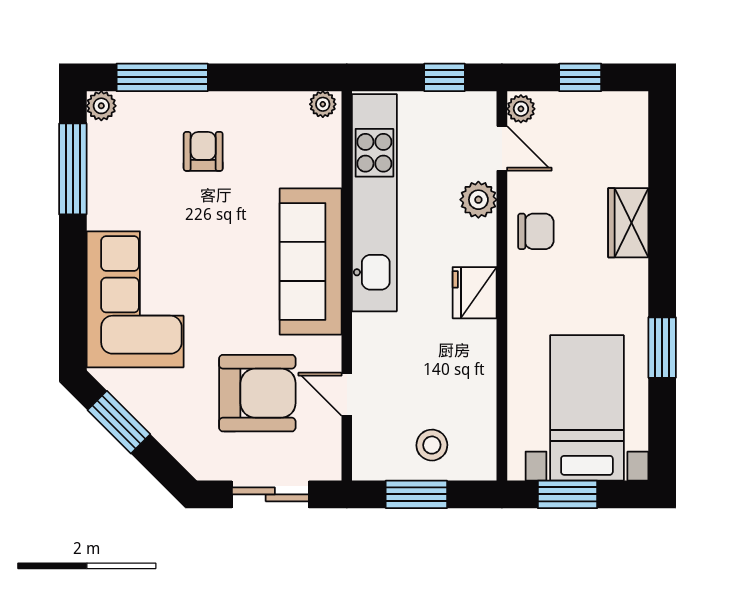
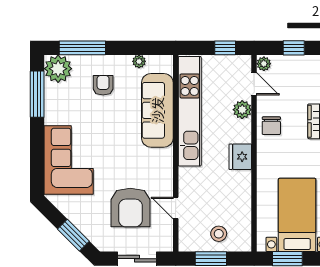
plant: (323, 104) -> (139, 61), moved
plant: (101, 106) -> (58, 69), width x1.88, depth x1.88
chair: (536, 231) -> (271, 126), turned 90
sofa: (311, 261) -> (157, 110), moved
armchair: (257, 393) -> (130, 207), turned 90
window: (119, 422) -> (73, 235), moved

